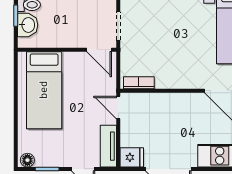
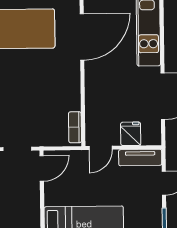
fridge: (132, 157) -> (131, 134), moved

